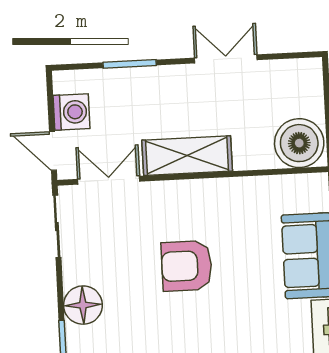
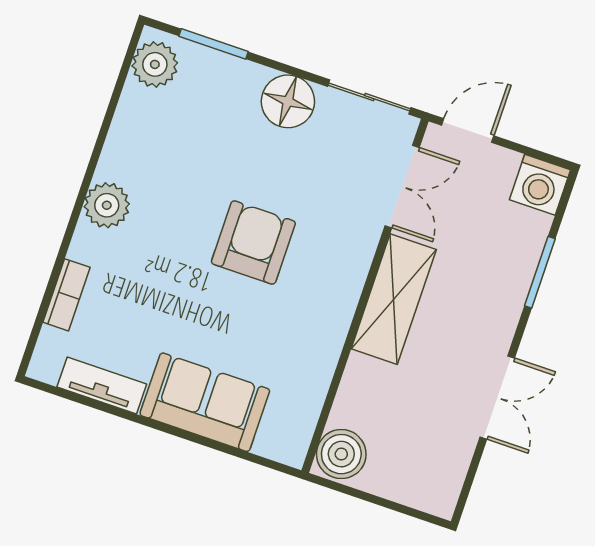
washing machine: (71, 112) -> (540, 185), moved
boiler: (299, 143) -> (341, 454), width x0.73, depth x0.73
floor lamp: (83, 305) -> (288, 101), moved

